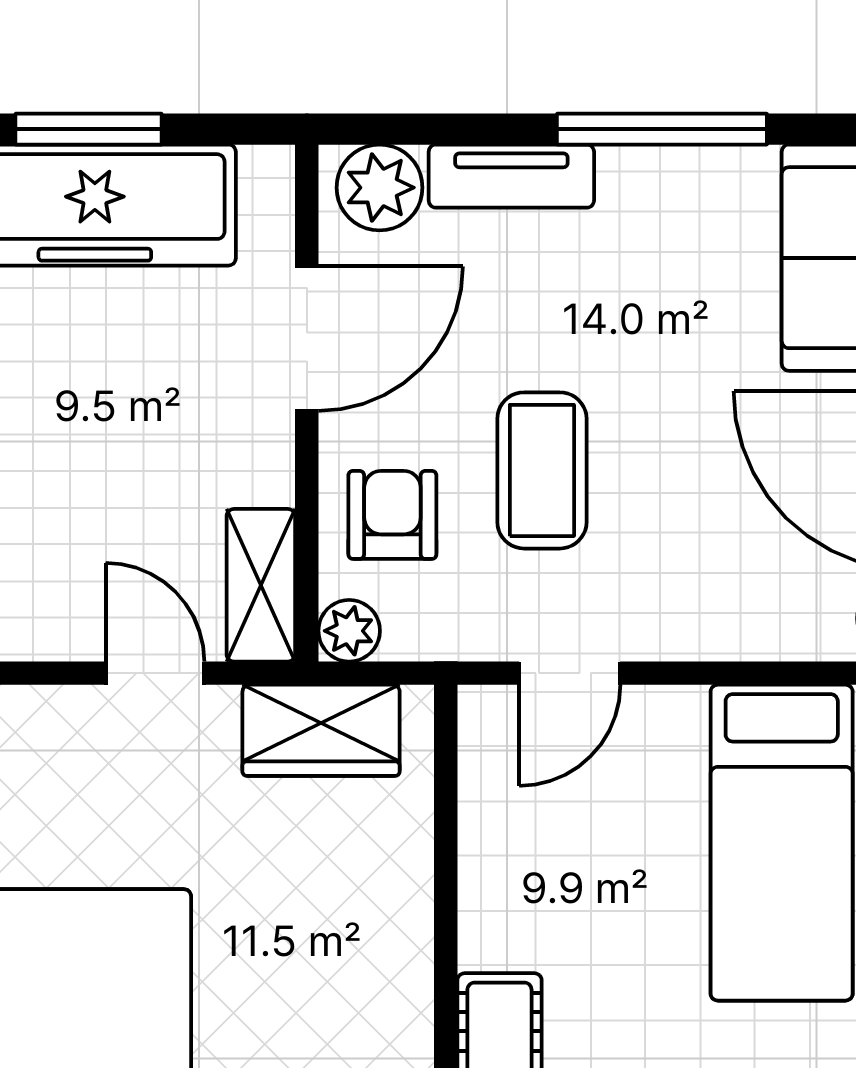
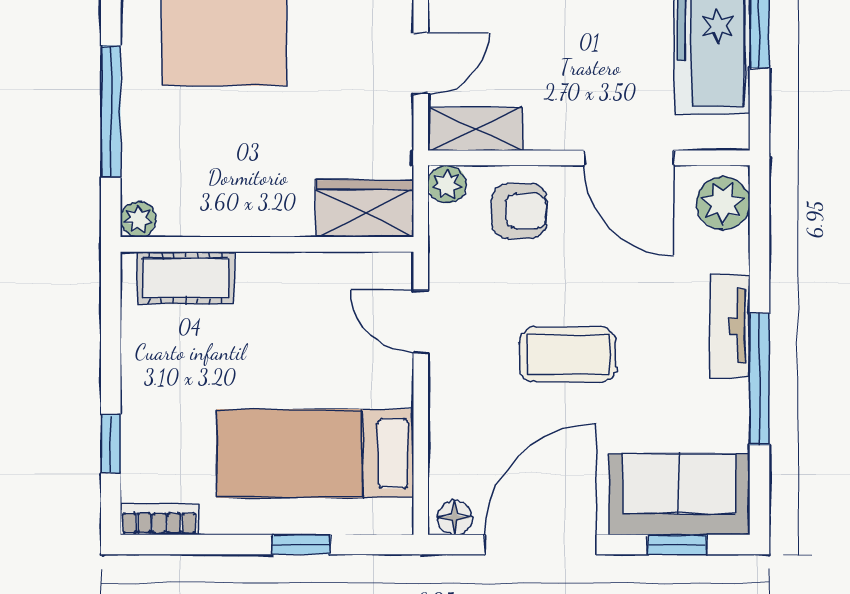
tv unit: (511, 176) -> (730, 326), moved
coffee table: (542, 470) -> (568, 355), moved
wardrobe: (321, 730) -> (365, 209), moved, turned 90

